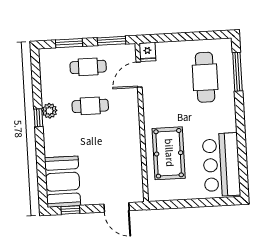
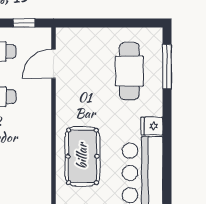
window: (112, 41) -> (24, 23), width x0.67
fridge: (147, 52) -> (152, 126), moved, turned 90

